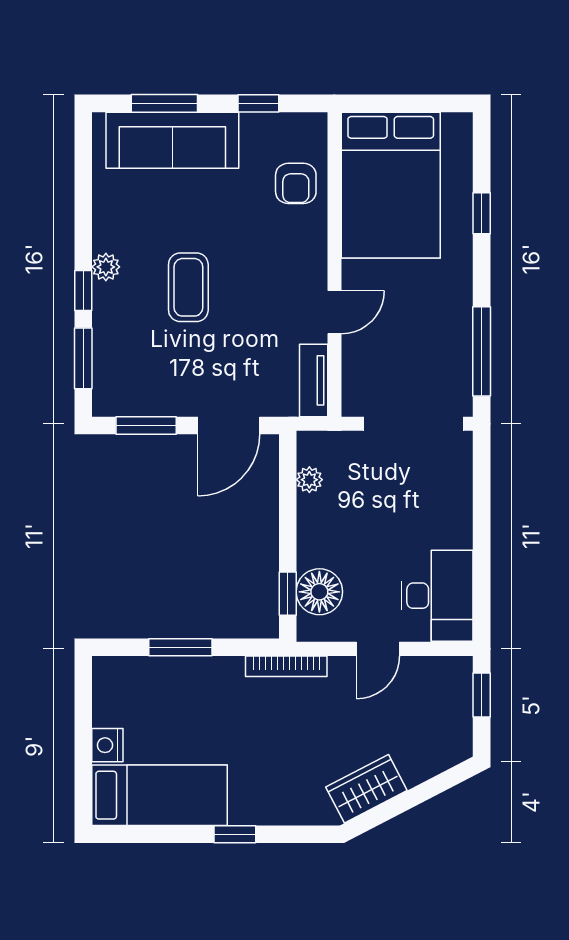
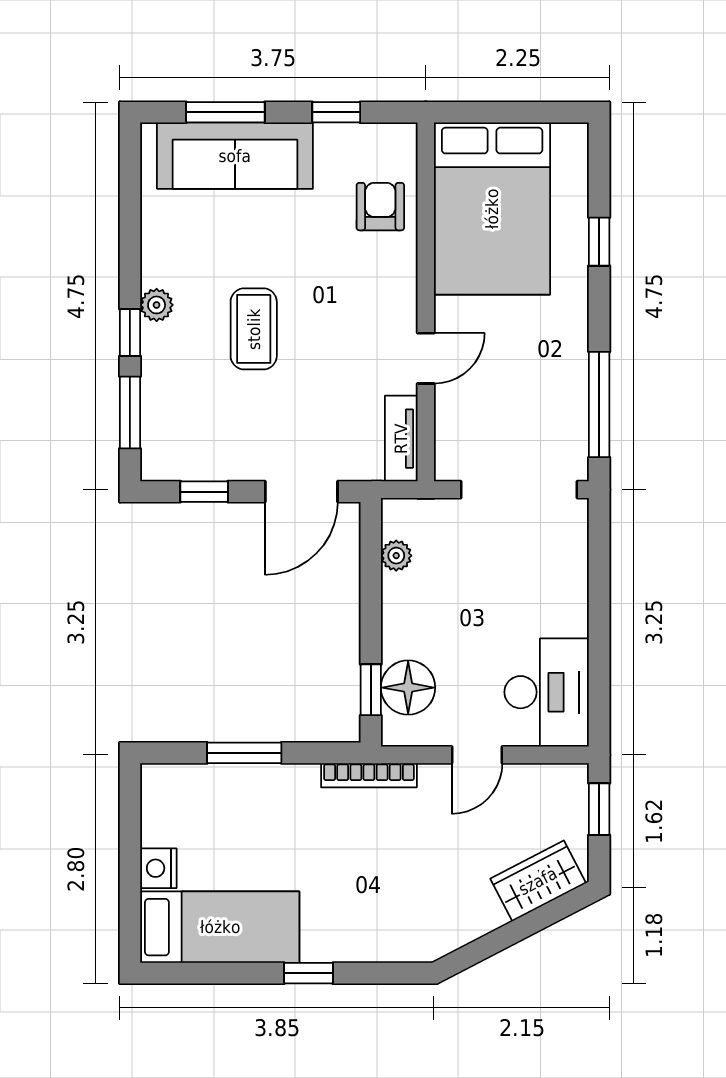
armchair: (296, 183) -> (380, 207), turned 180
window: (146, 425) -> (204, 492), width x0.67
wardrobe: (366, 789) -> (538, 881), moved

